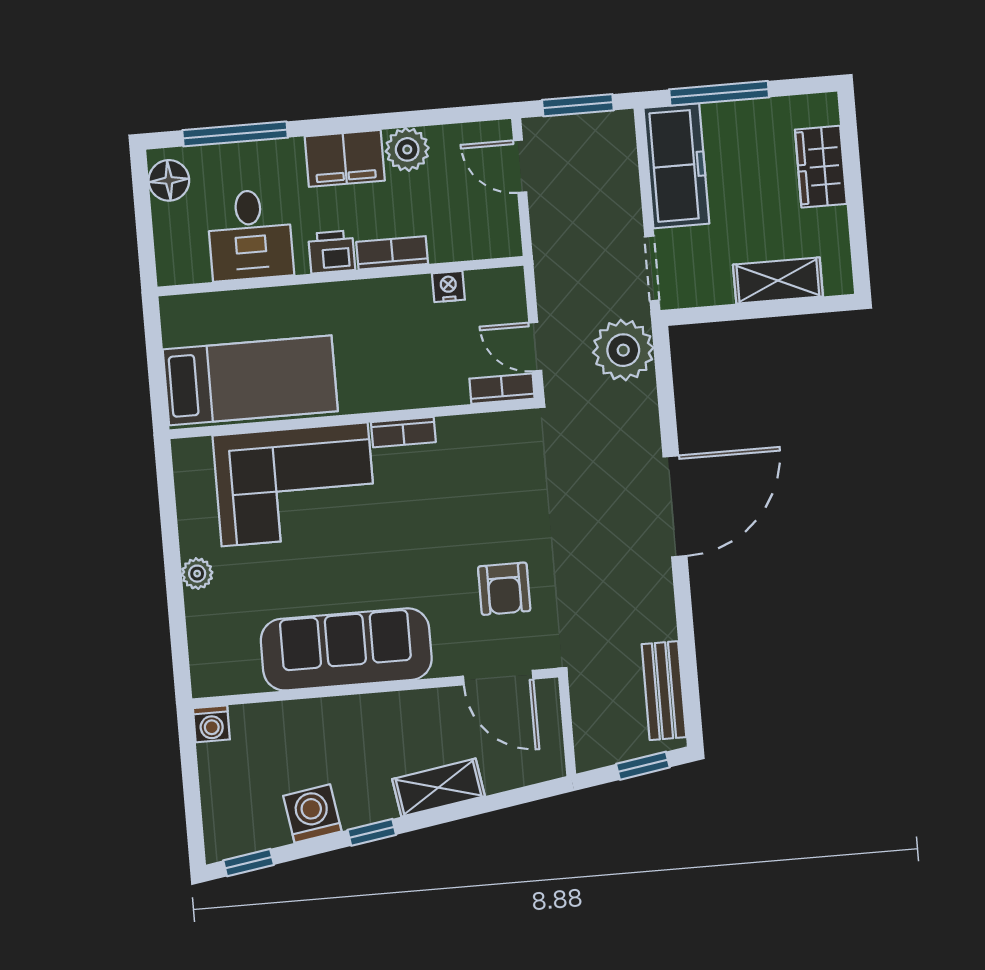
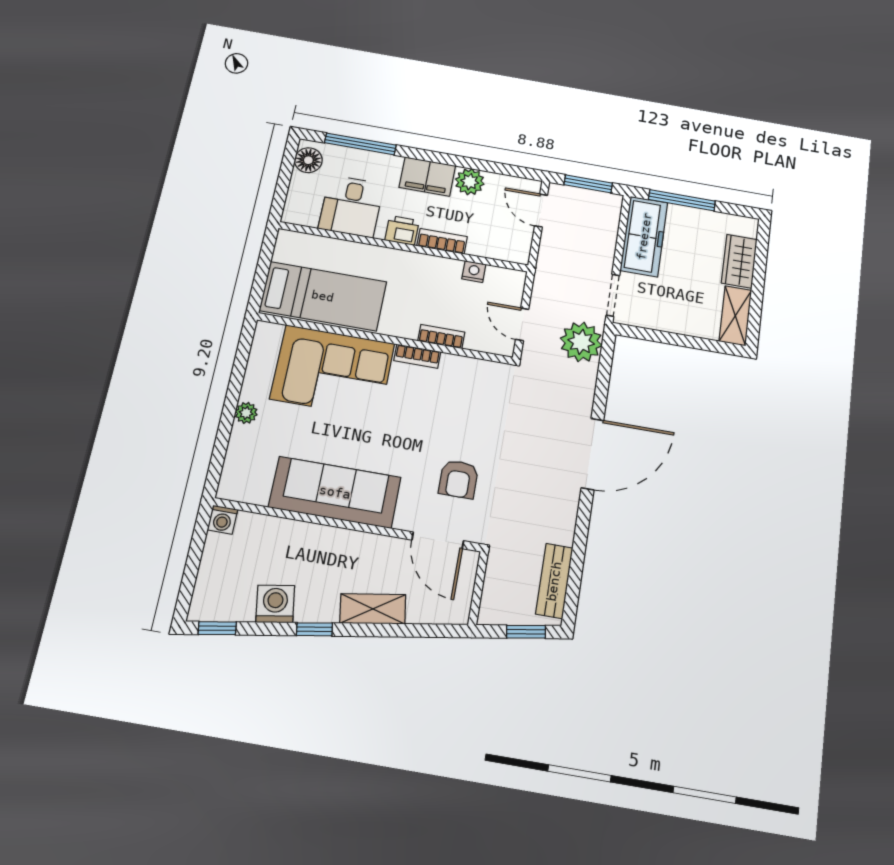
shelving: (778, 281) -> (735, 316), moved, turned 90
bookcase: (502, 389) -> (441, 336), moved

